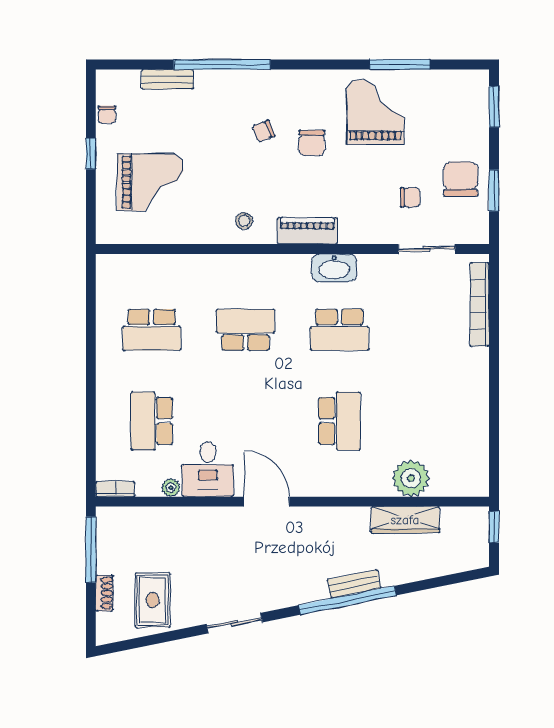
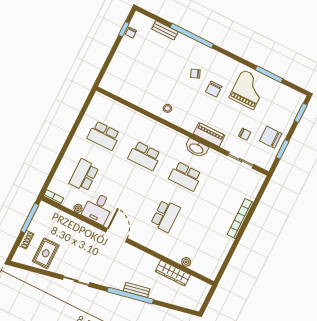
window: (91, 154) -> (124, 29), moved
chair: (461, 179) -> (271, 137), turned -90
grand piano: (150, 182) -> (135, 71), removed
piano: (307, 231) -> (209, 135), moved
bookcase: (480, 304) -> (240, 219), moved
school desk: (245, 330) -> (145, 156), turned 180
plant: (411, 478) -> (186, 262), width x0.53, depth x0.53
window: (494, 527) -> (210, 295), removed

